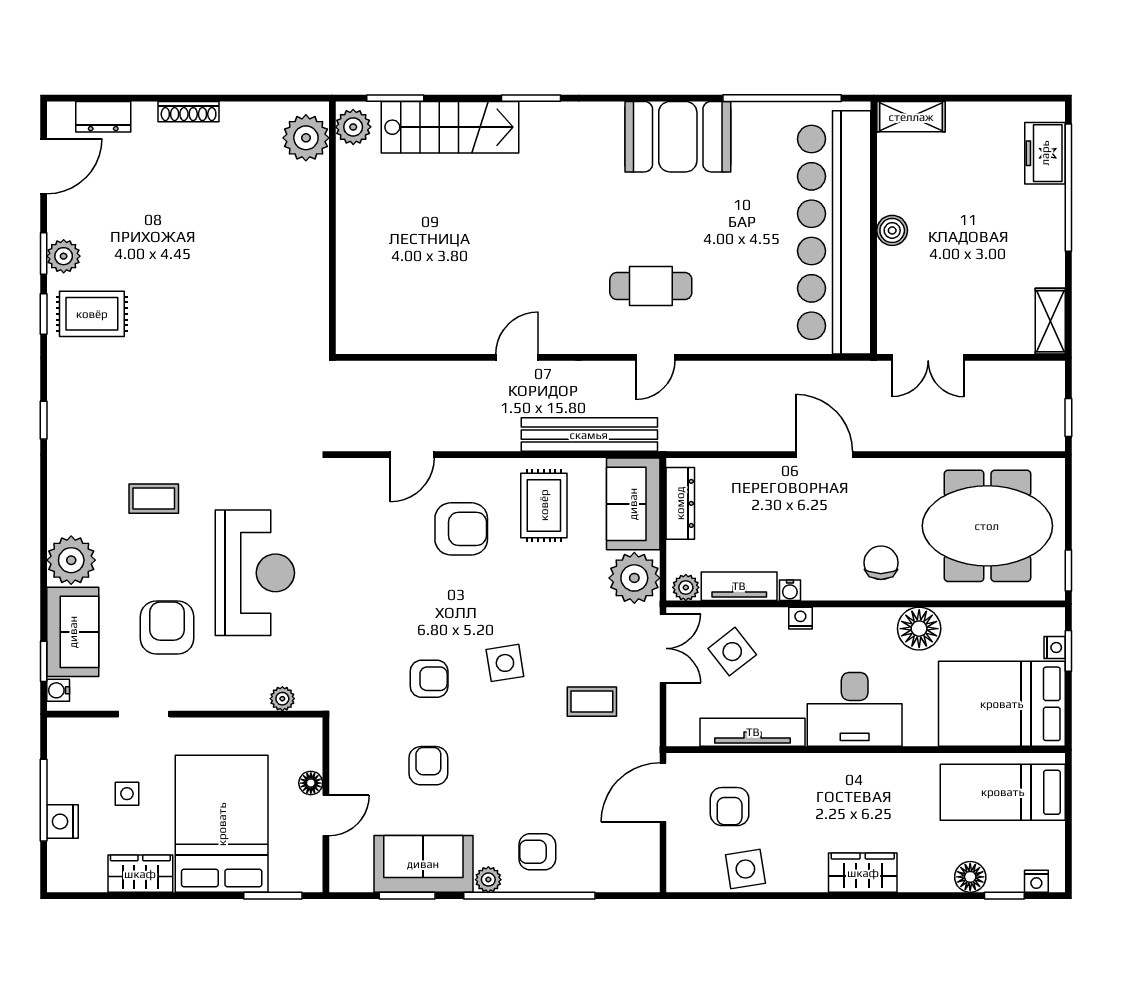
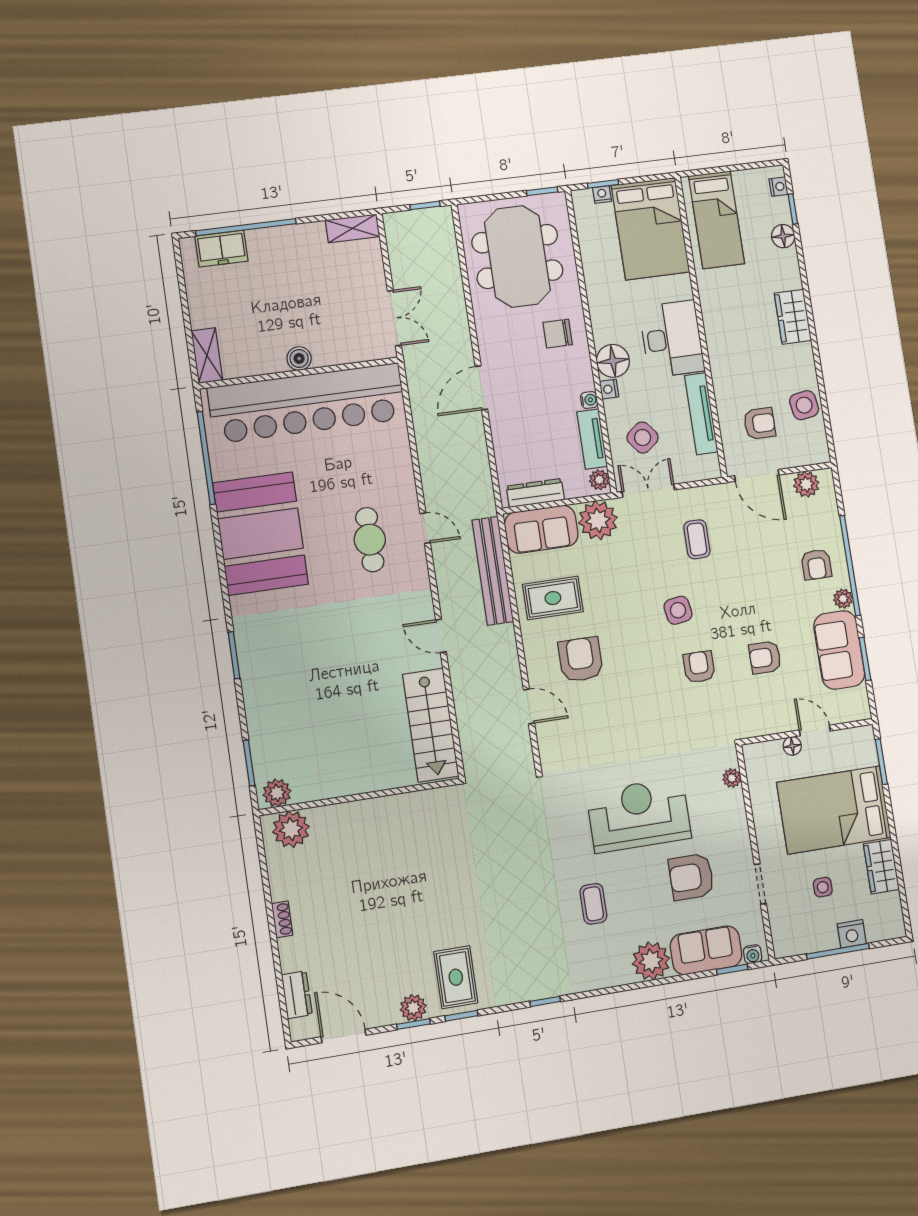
shoe rack: (189, 112) -> (282, 919), width x0.70
stairs: (450, 127) -> (431, 725), moved, turned 180
booth: (678, 137) -> (260, 534), width x1.36, depth x1.42
floor lamp: (919, 629) -> (613, 361), moved
plant: (643, 855) -> (806, 484), added

